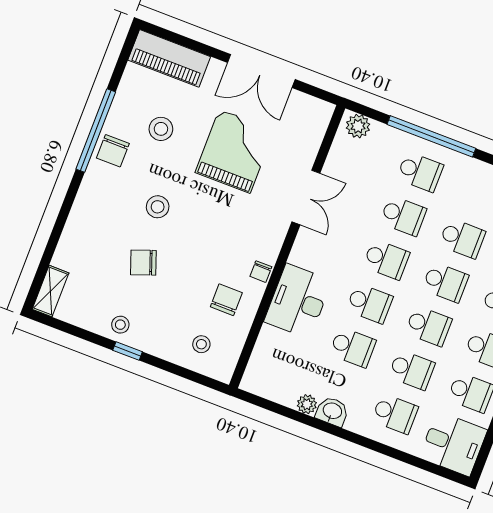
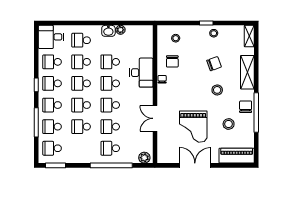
shelving: (82, 219) -> (247, 72), added

